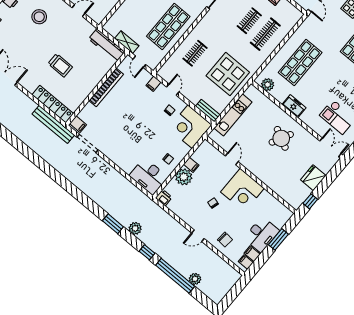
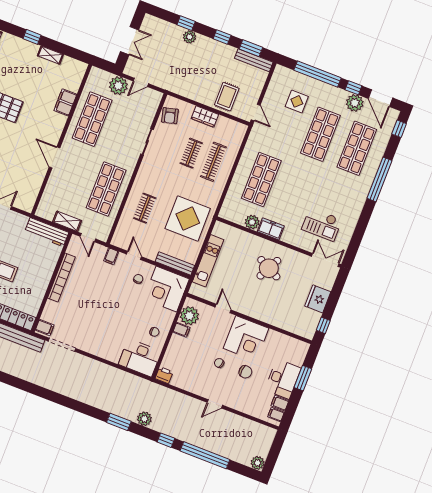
plant: (268, 85) -> (252, 222), moved
bench: (208, 111) -> (175, 263), width x1.36
plant: (184, 177) -> (189, 316), moved
chair: (225, 240) -> (245, 372), moved
plant: (195, 279) -> (258, 463), moved

